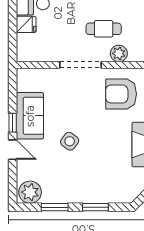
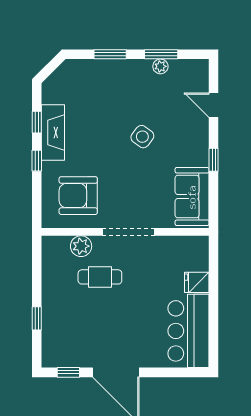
armchair: (121, 94) -> (78, 196), turned 180
sofa: (30, 116) -> (192, 197), moved
door: (13, 150) -> (214, 105), moved
plant: (30, 192) -> (160, 66), moved, width x0.53, depth x0.53

